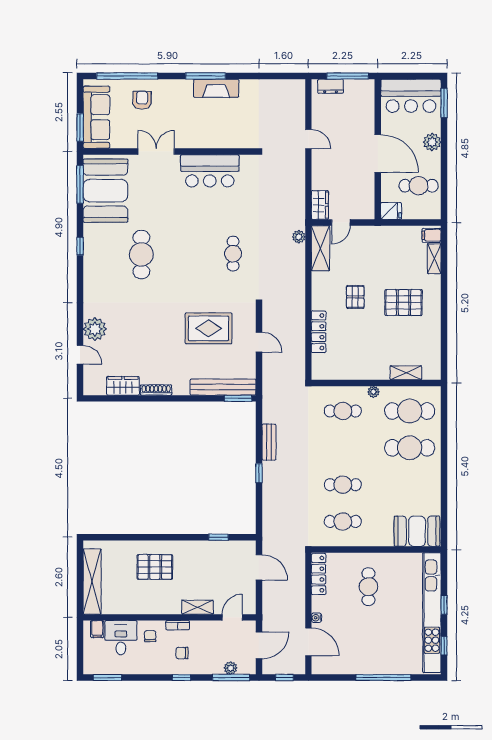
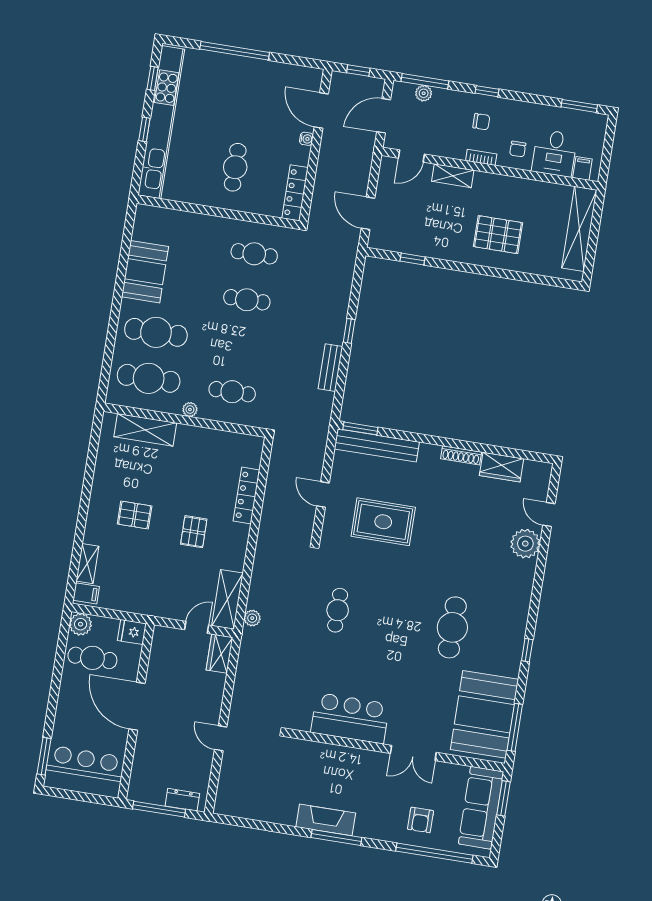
plant: (432, 142) -> (81, 624), moved
pallet: (404, 303) -> (135, 515), width x0.67, depth x0.71
shelving: (406, 373) -> (145, 430), width x1.50, depth x1.33
booth: (417, 531) -> (145, 272), moved, turned 90

